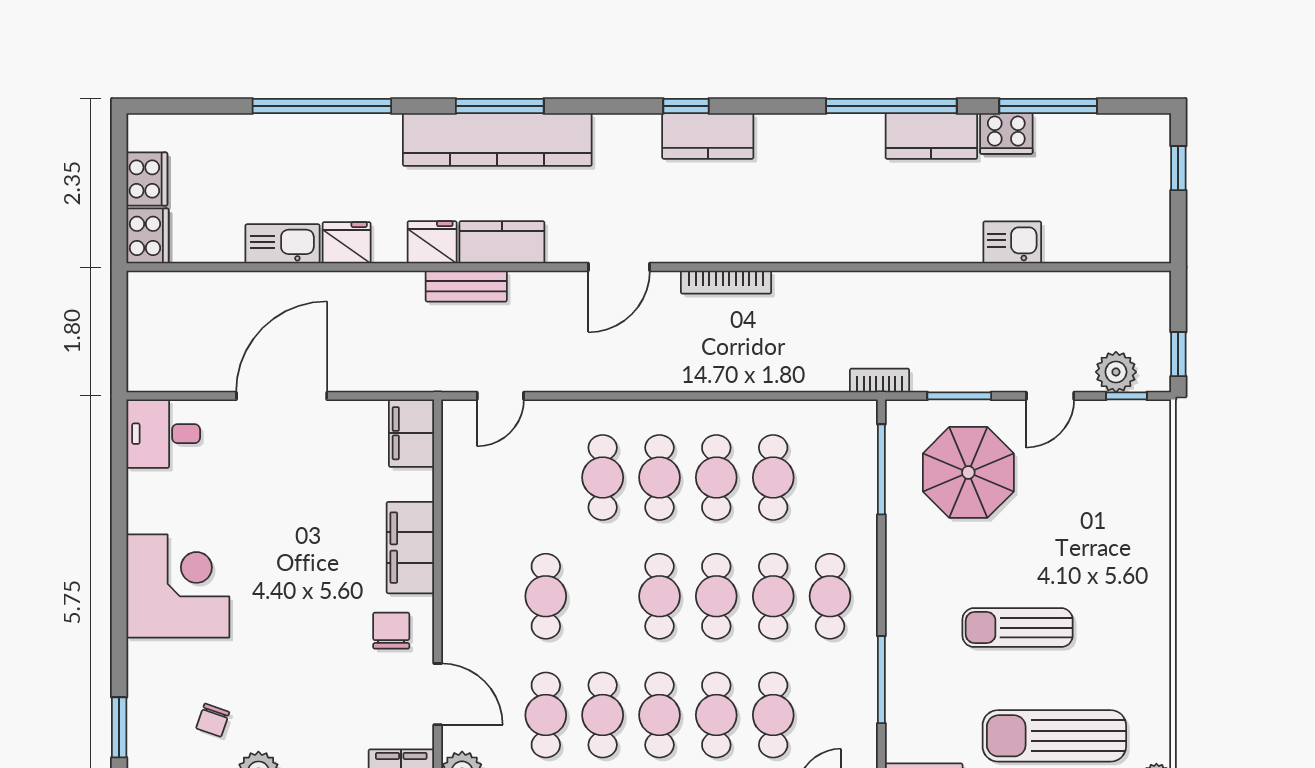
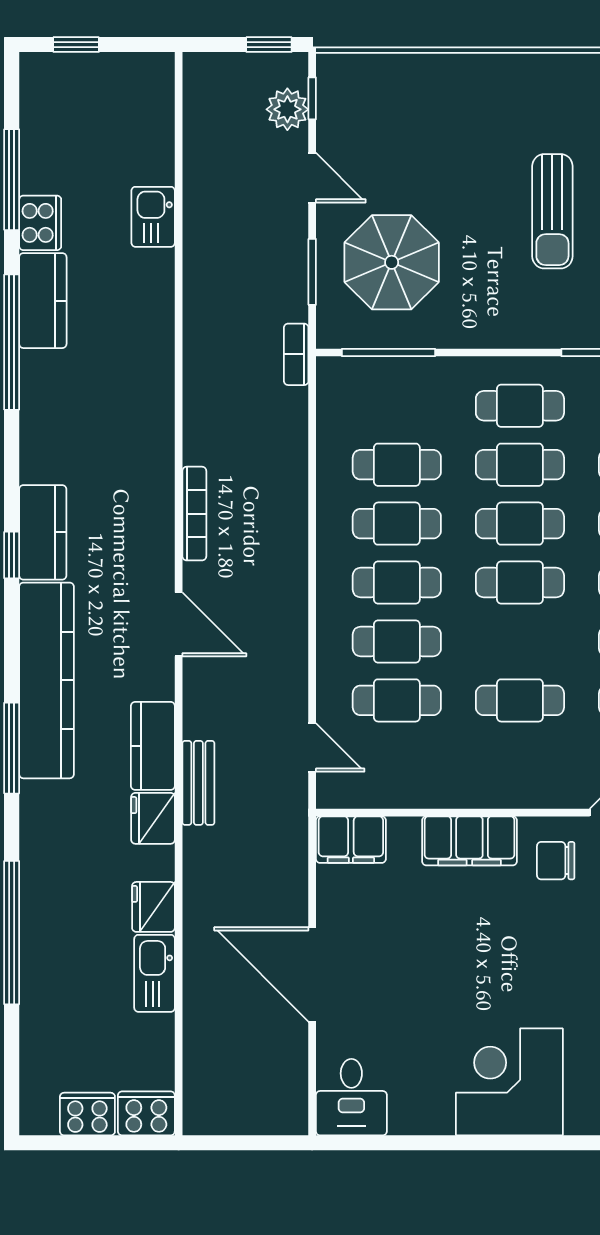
kitchen counter: (497, 140) -> (46, 680), moved
cafe table: (546, 477) -> (397, 700), added

